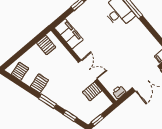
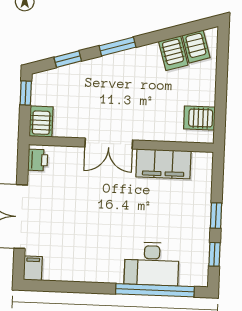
filing cabinet: (69, 34) -> (163, 164), moved
server rack: (39, 83) -> (173, 53), moved
server rack: (92, 91) -> (41, 121), moved

